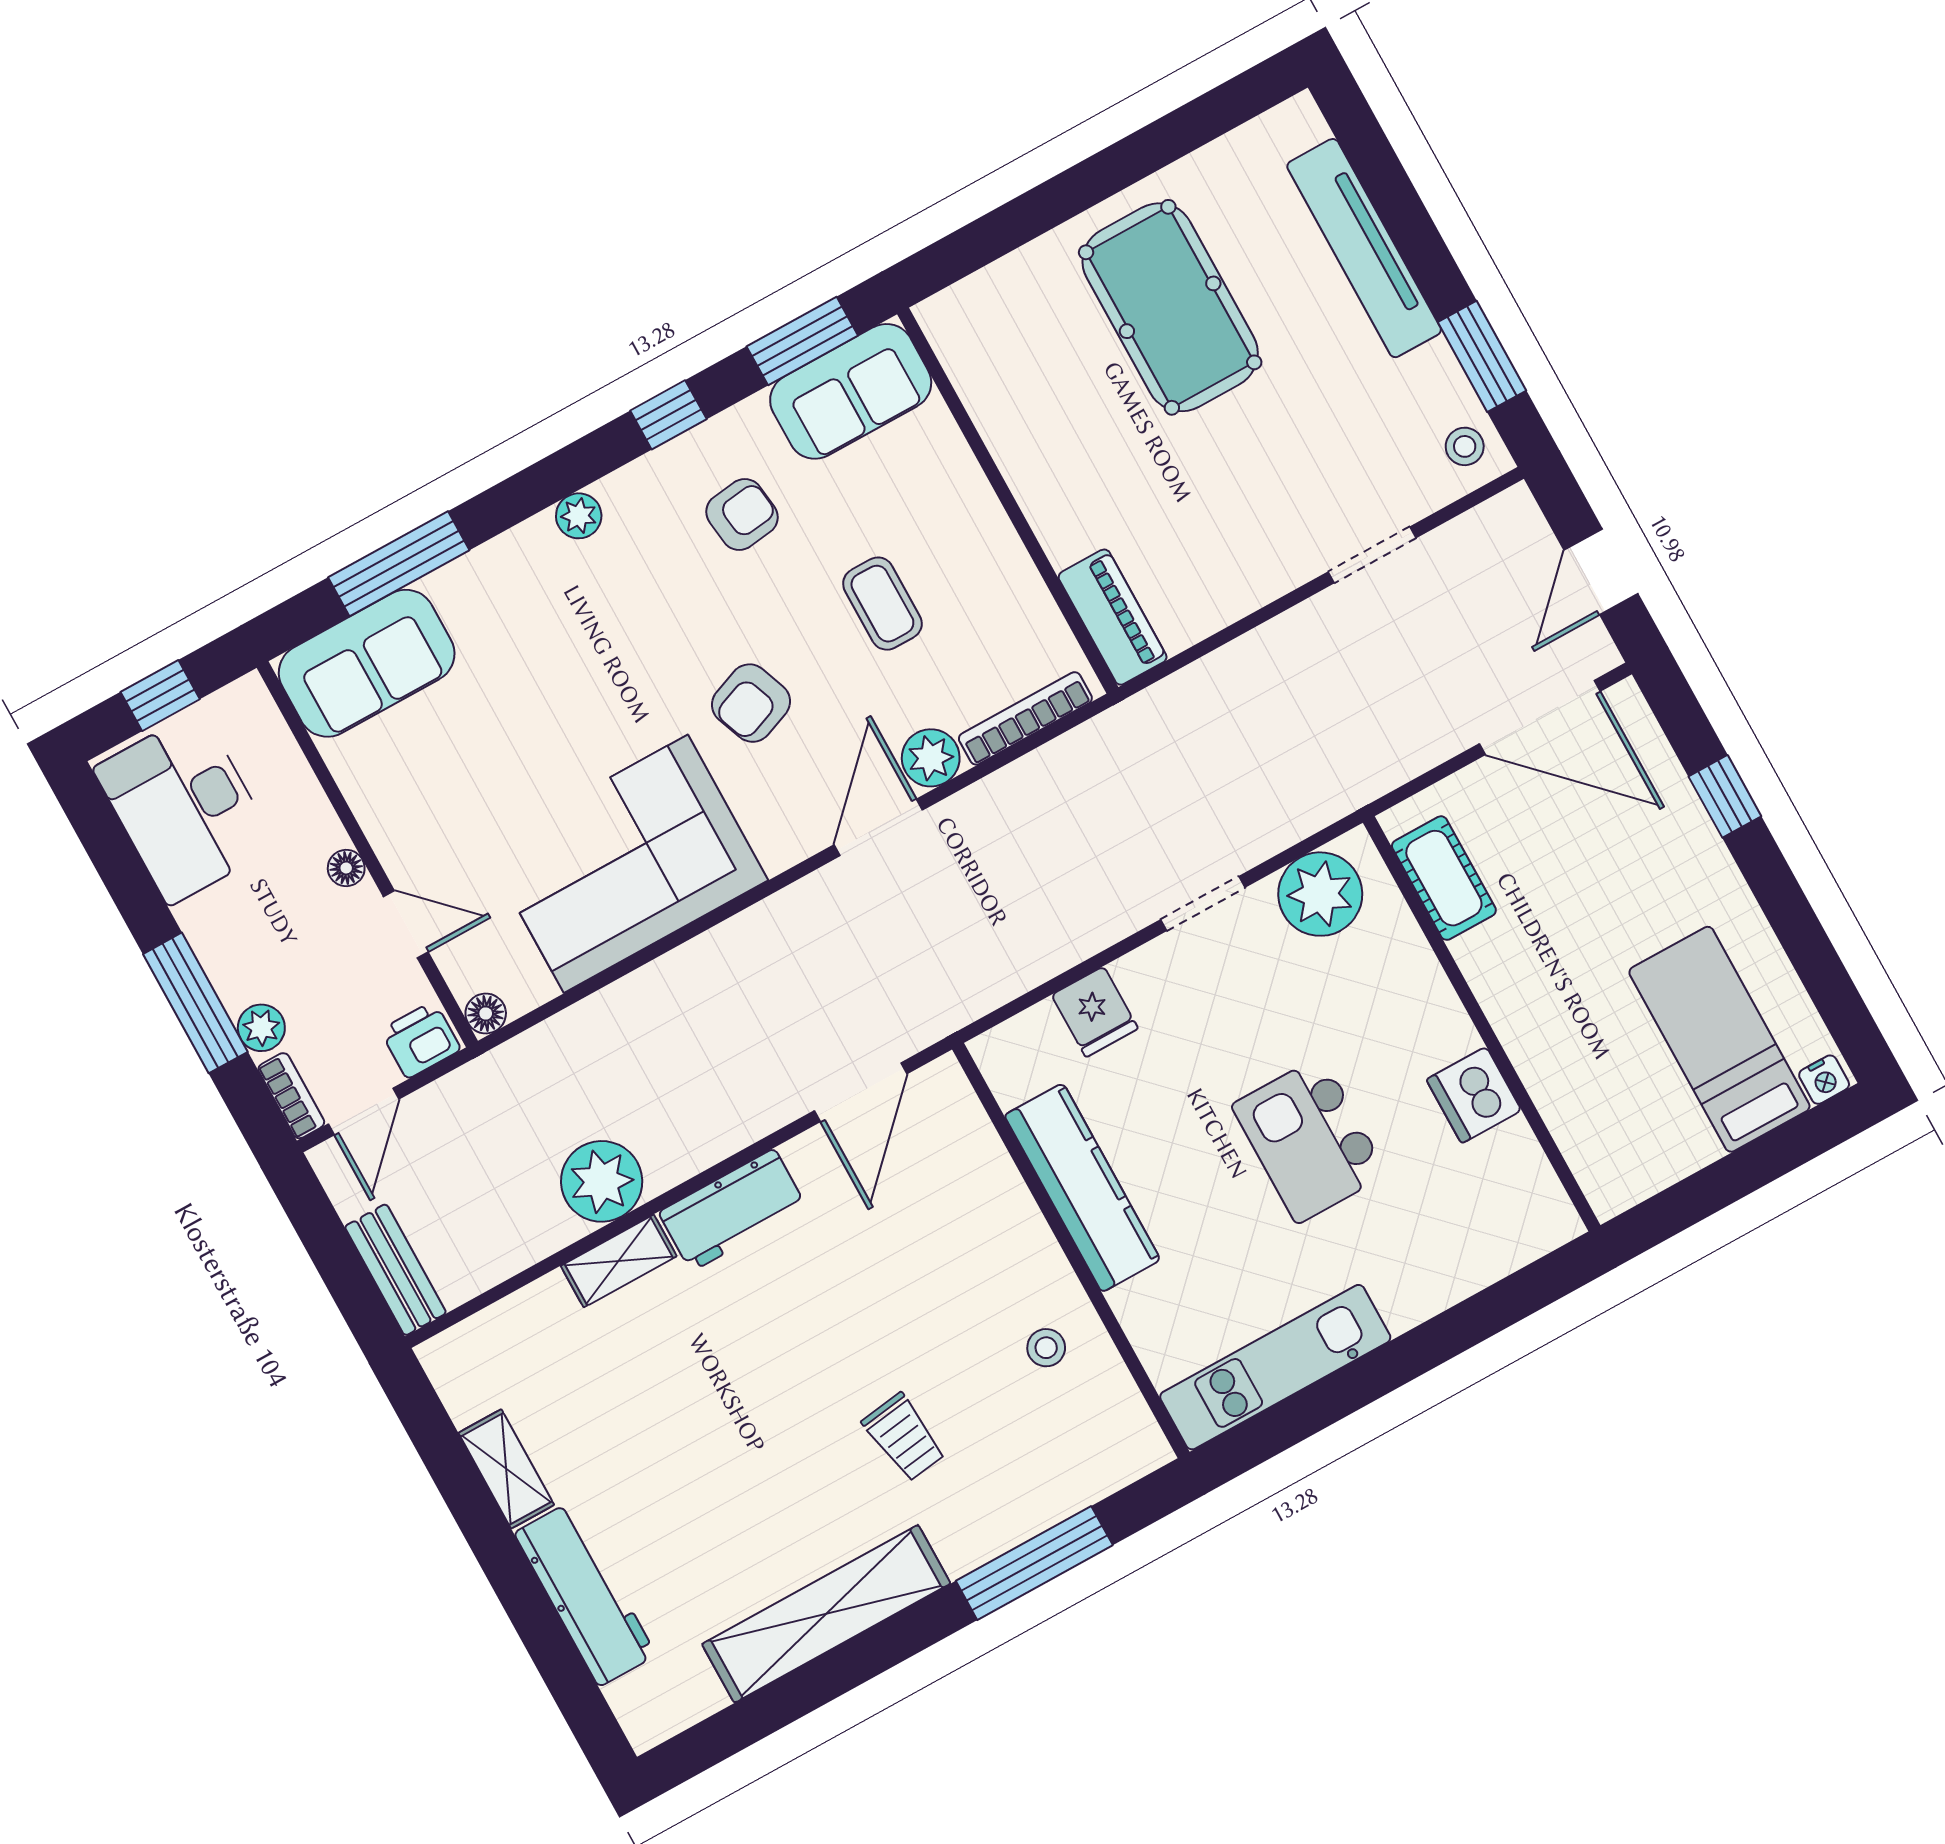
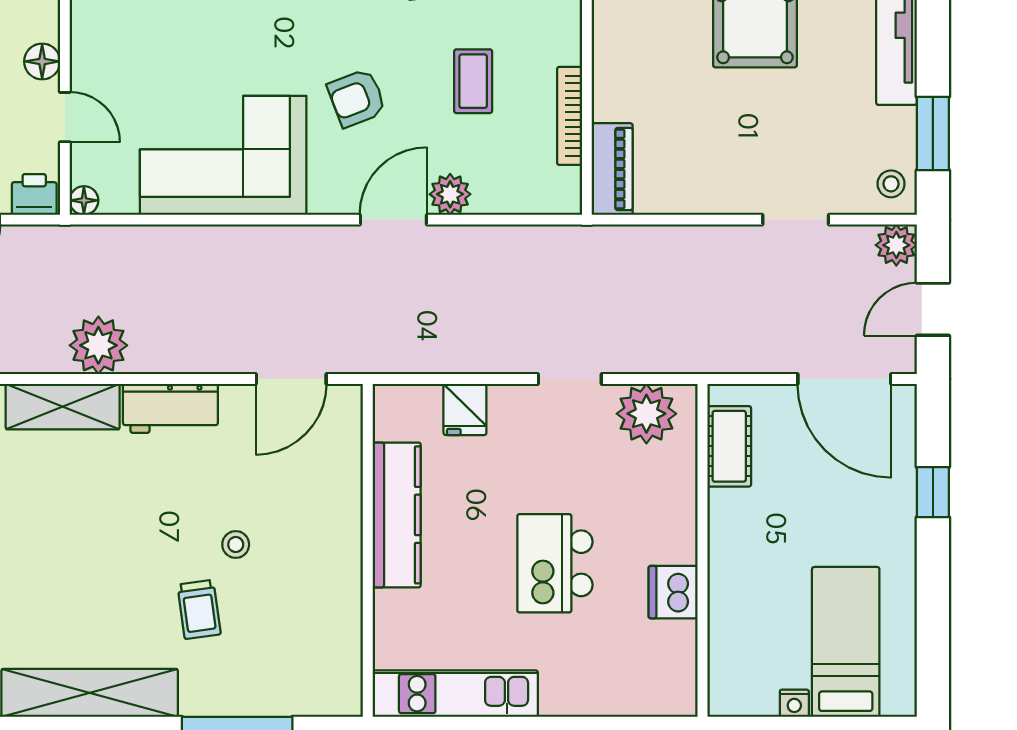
plant: (1513, 518) -> (896, 245), added
bookcase: (1025, 718) -> (570, 116), moved, turned -90
floor lamp: (346, 868) -> (42, 61), width x1.37, depth x1.37
nightstand: (1824, 1080) -> (794, 703), moved
shelving: (619, 1261) -> (63, 407), width x1.50, depth x1.33
stool: (1046, 1348) -> (236, 544), moved

